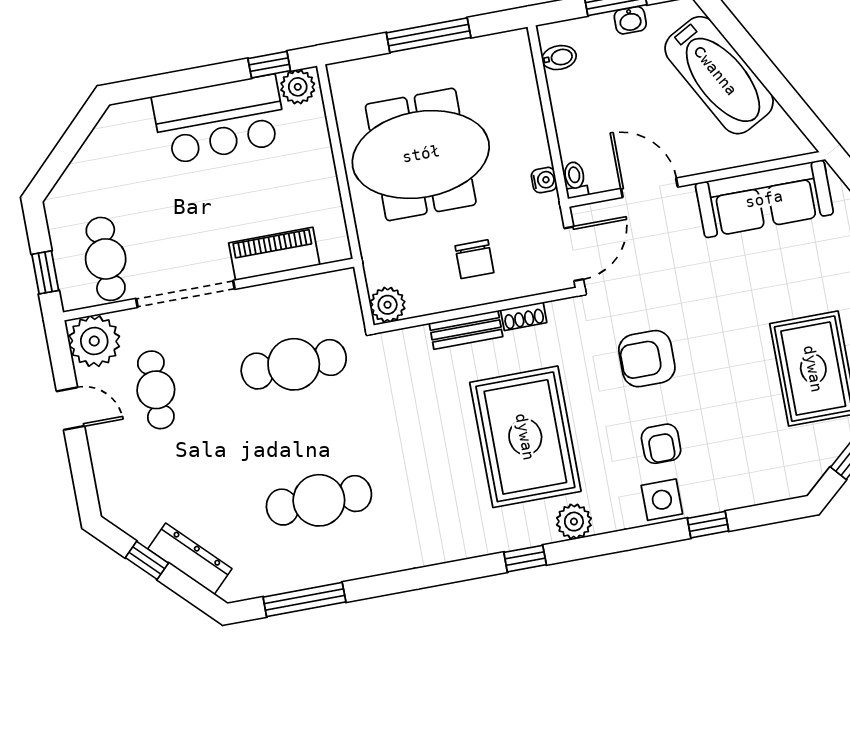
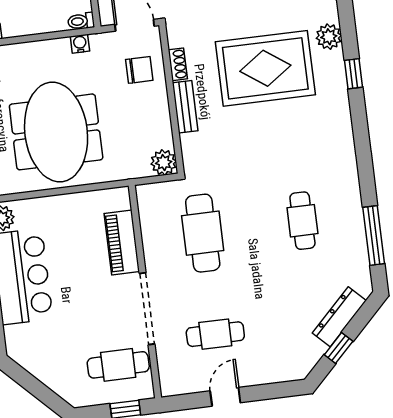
chair: (474, 259) -> (139, 70), moved
plant: (94, 341) -> (177, 377), removed
cafe table: (319, 500) -> (302, 221), width x0.73, depth x0.74

